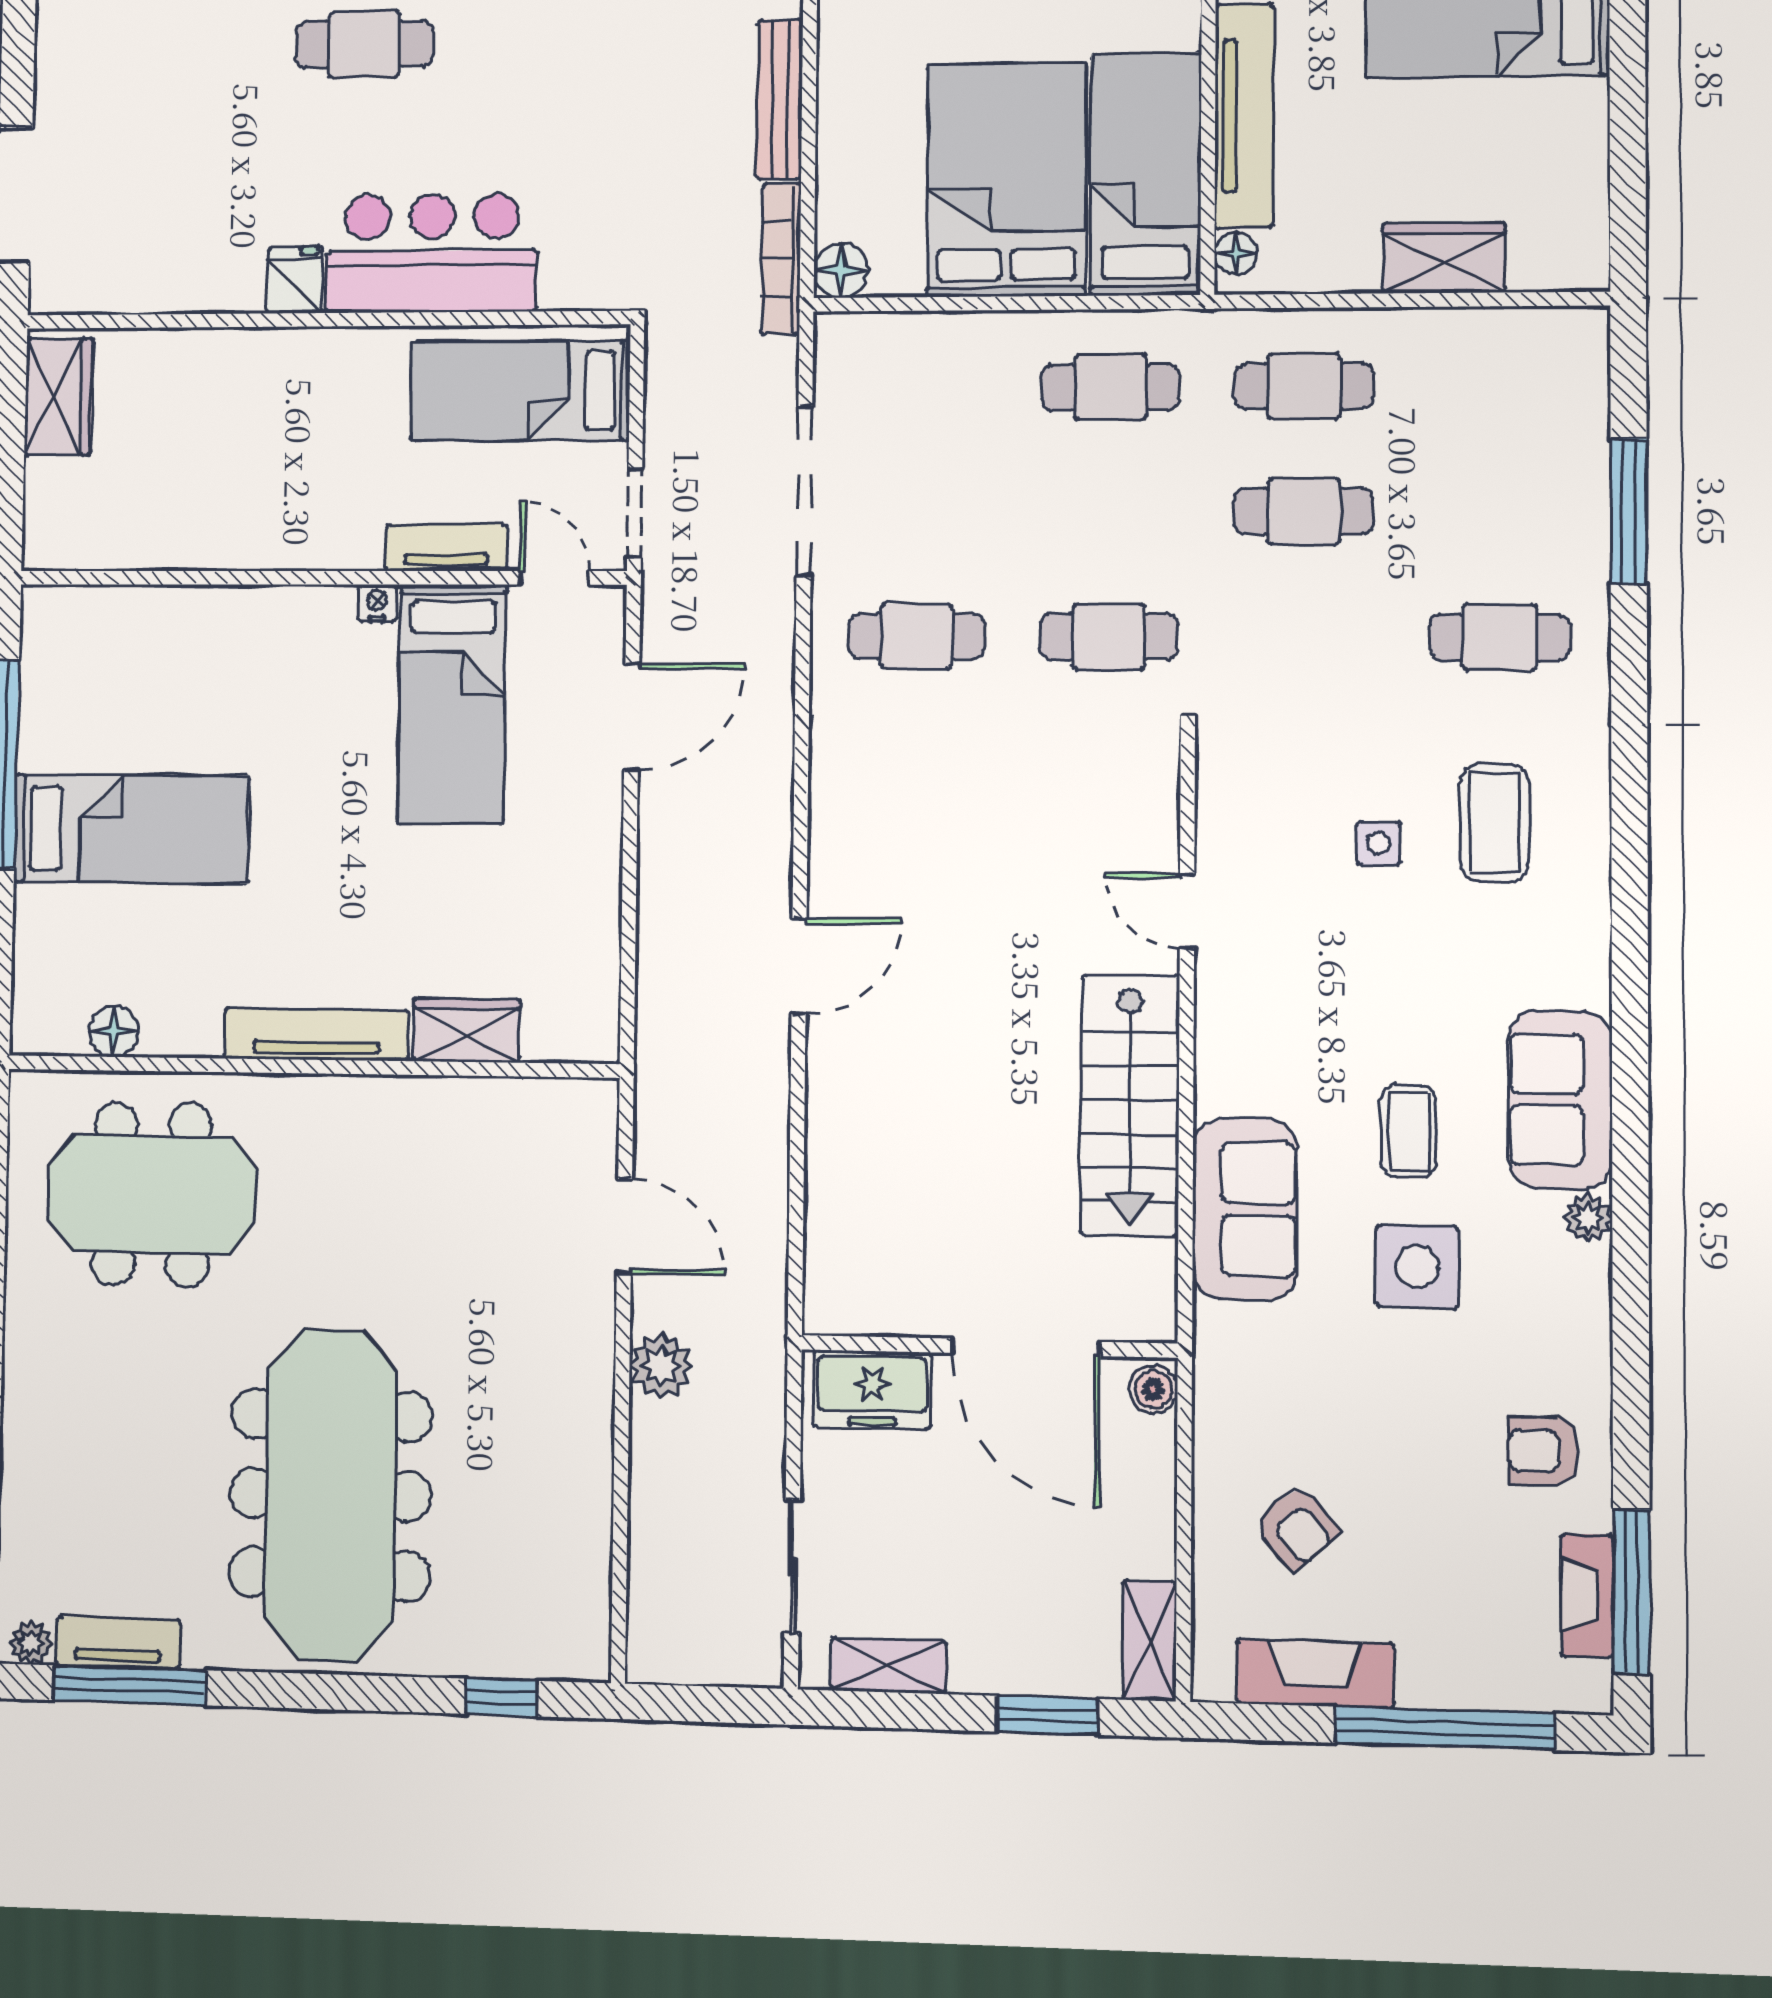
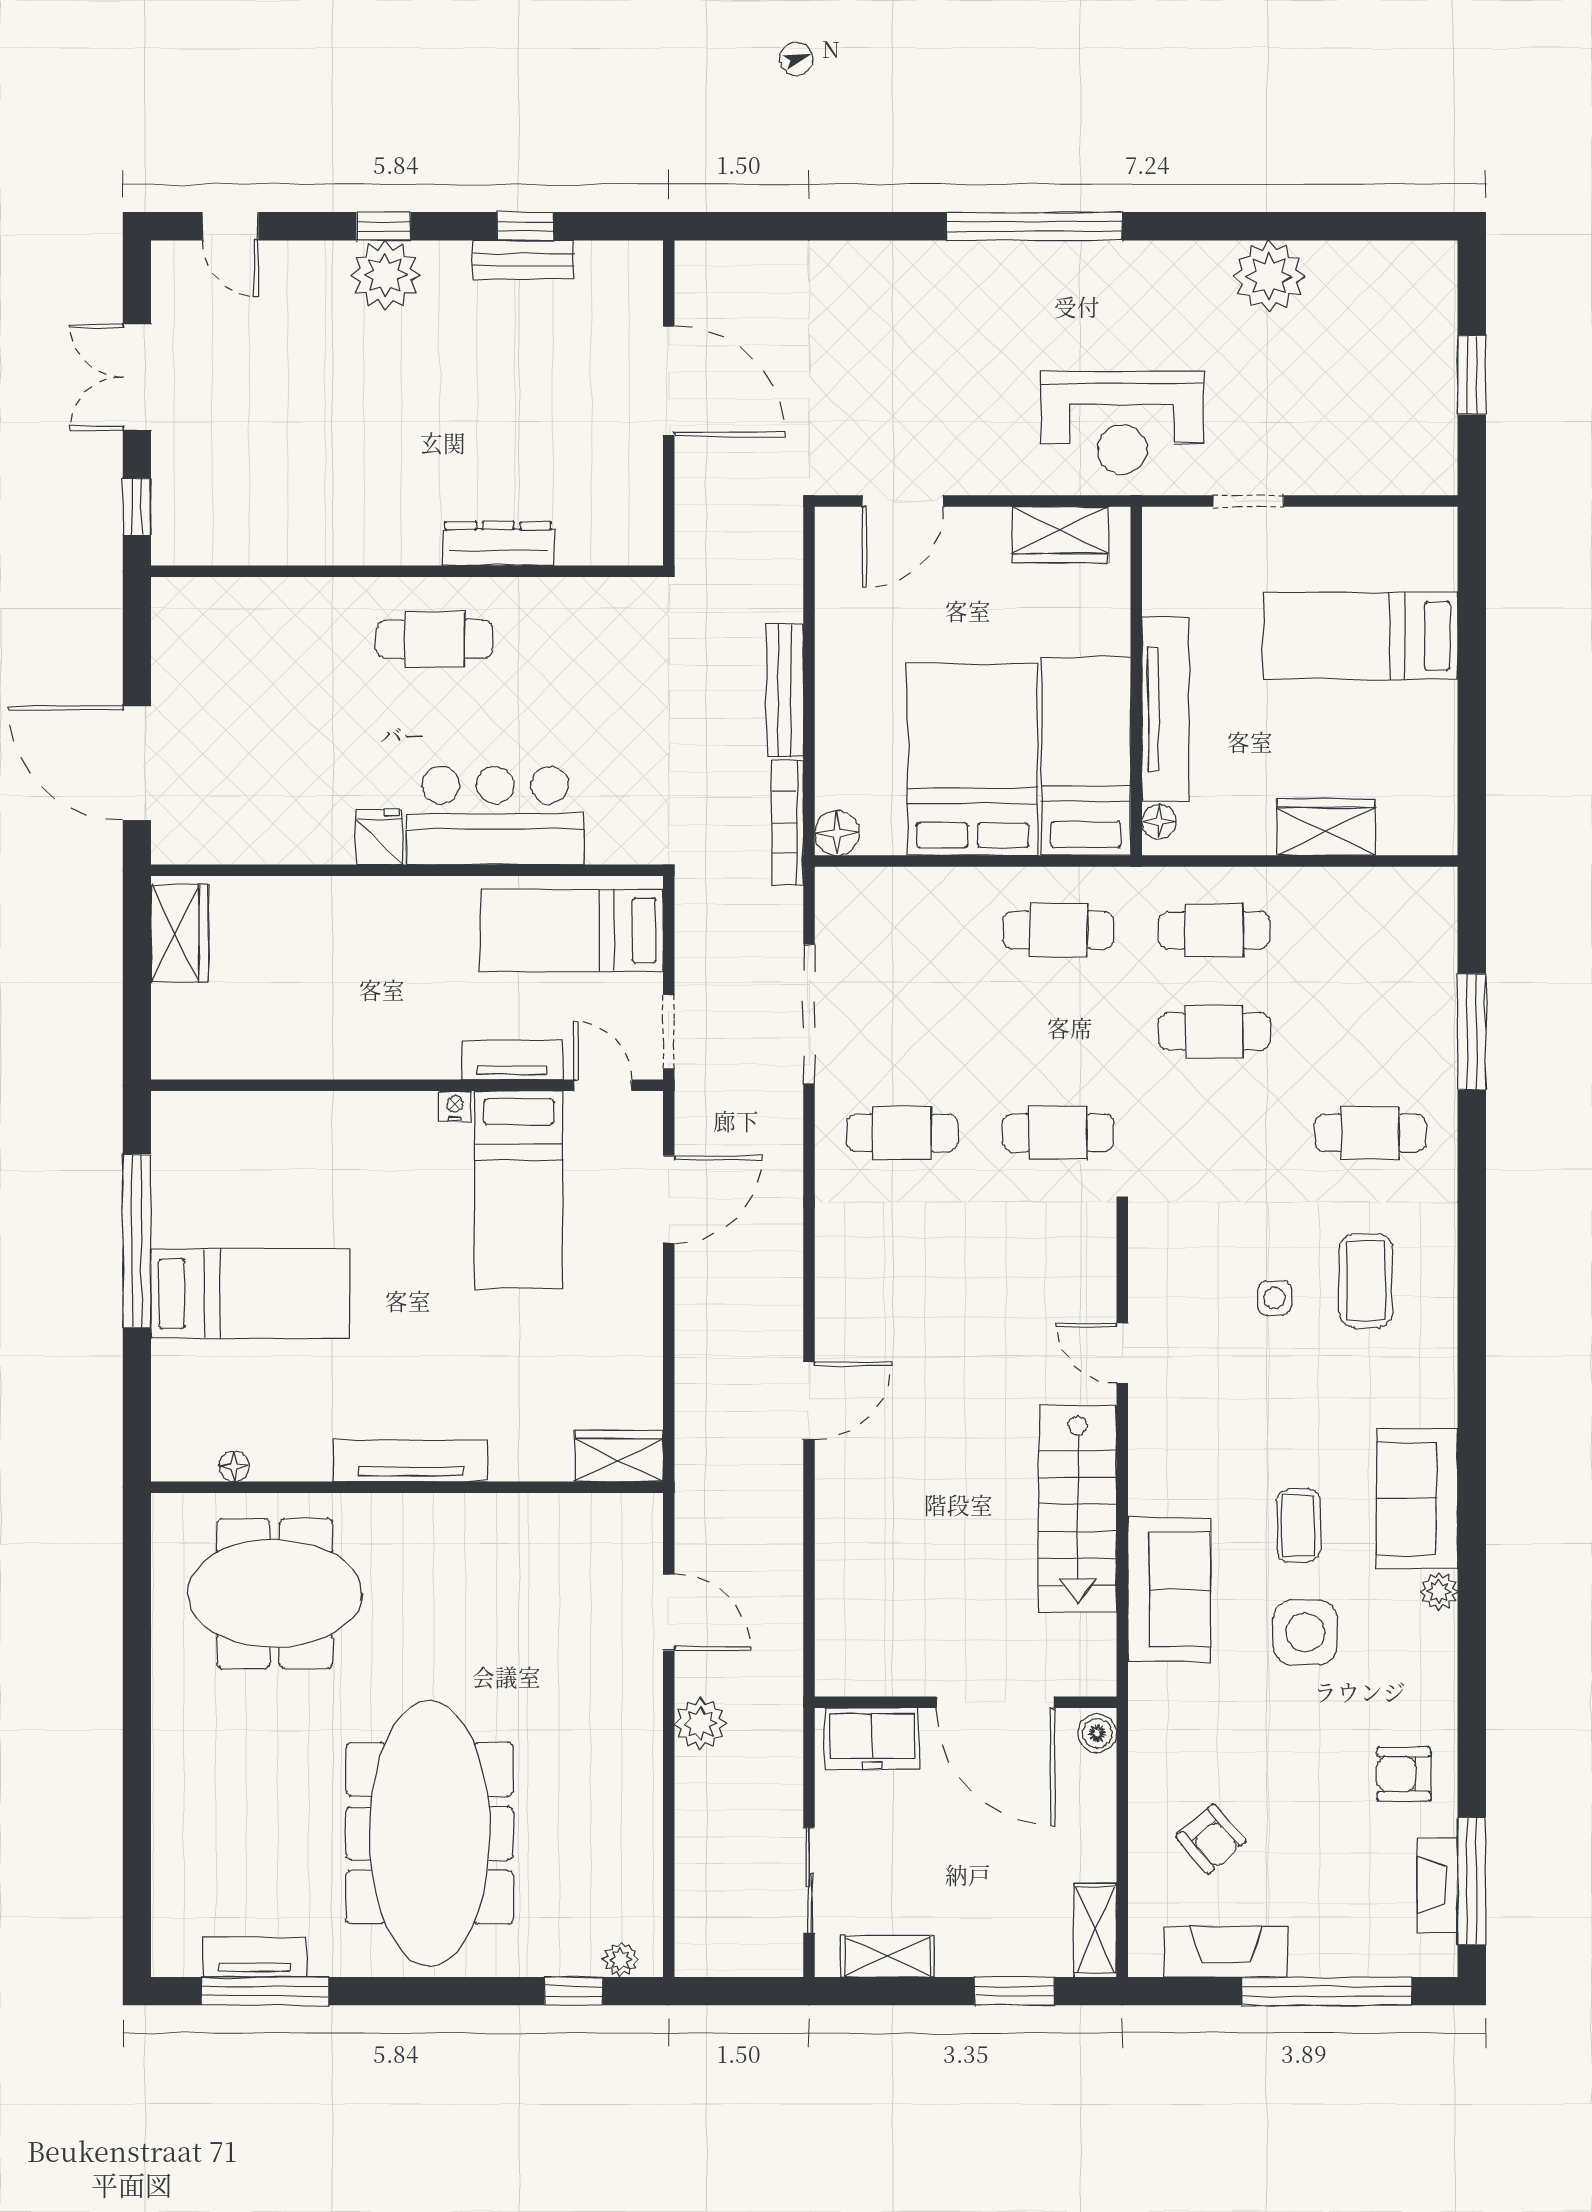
wardrobe: (466, 1030) -> (619, 1456), moved
floor lamp: (114, 1031) -> (234, 1466), width x0.73, depth x0.73
plant: (31, 1643) -> (621, 1960), moved

